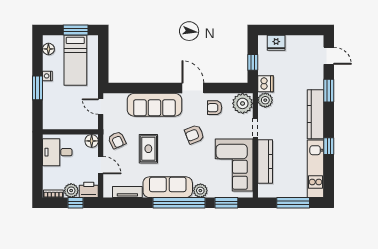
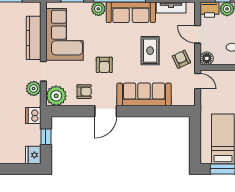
fridge: (276, 43) -> (33, 155), moved, turned -90
door: (193, 88) -> (106, 111), hinge flipped
plant: (265, 100) -> (34, 89), moved
door: (101, 107) -> (198, 81), moved
armchair: (194, 134) -> (104, 65), turned 111

